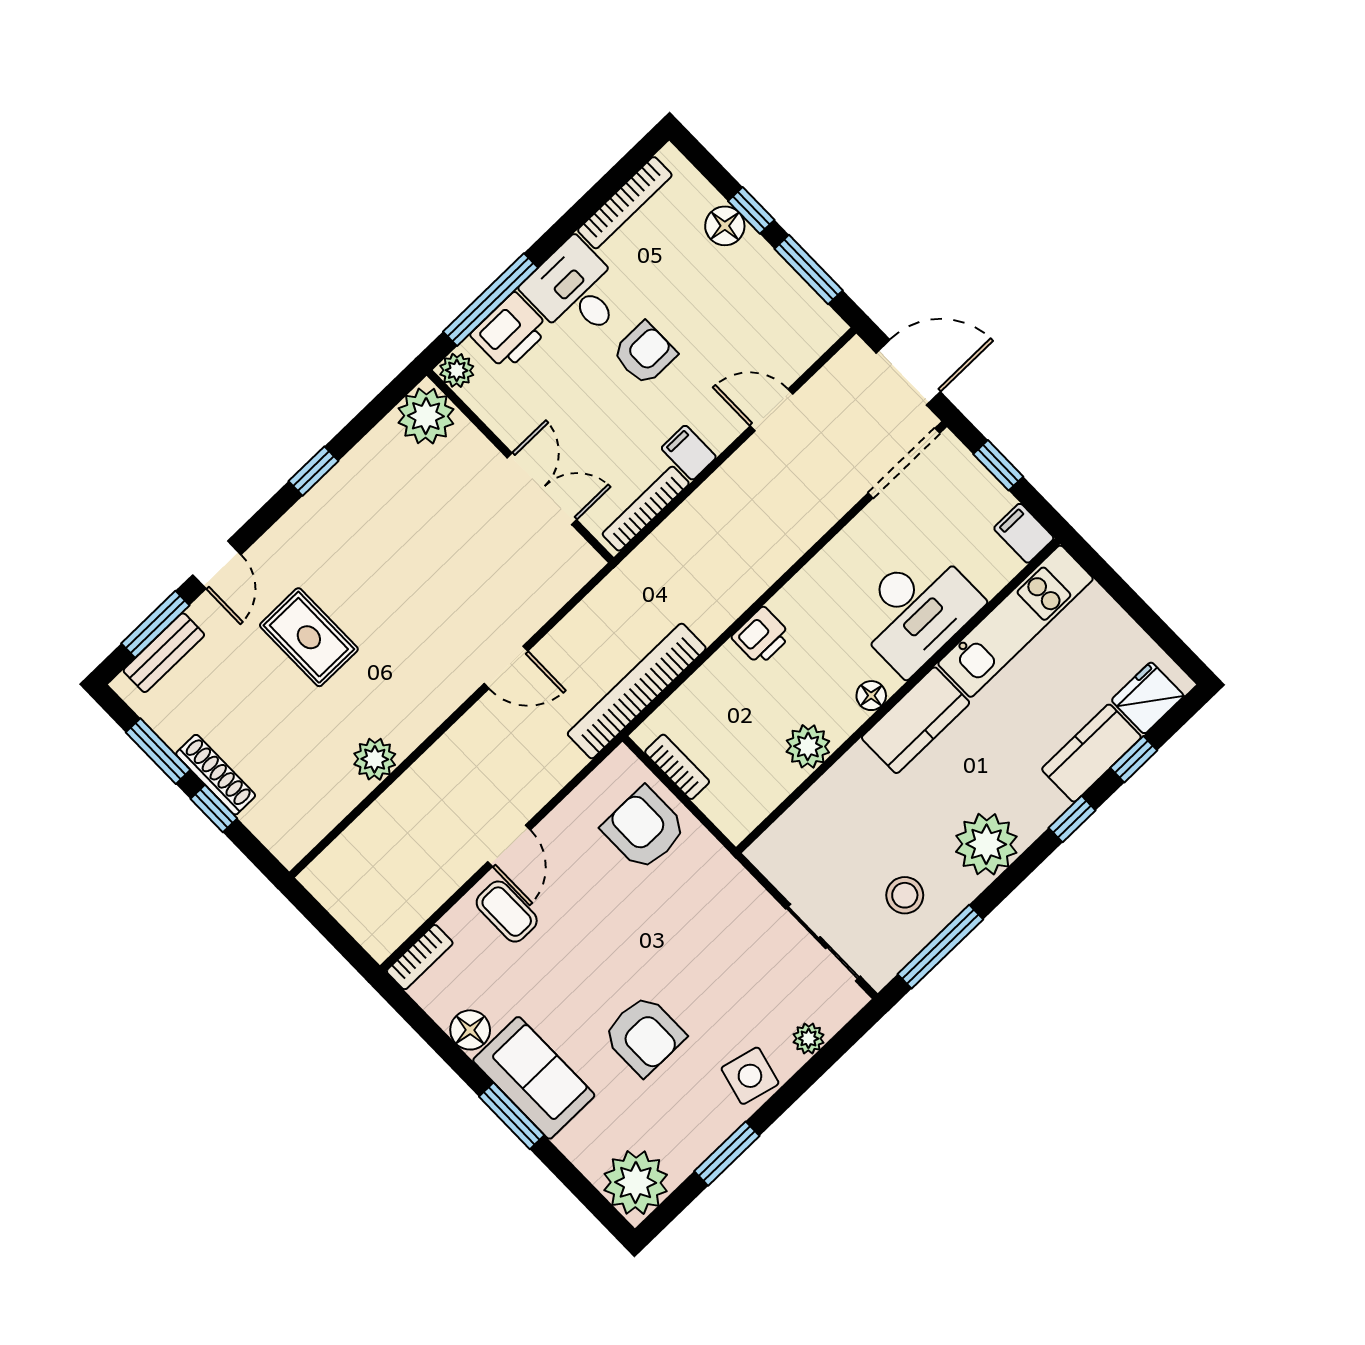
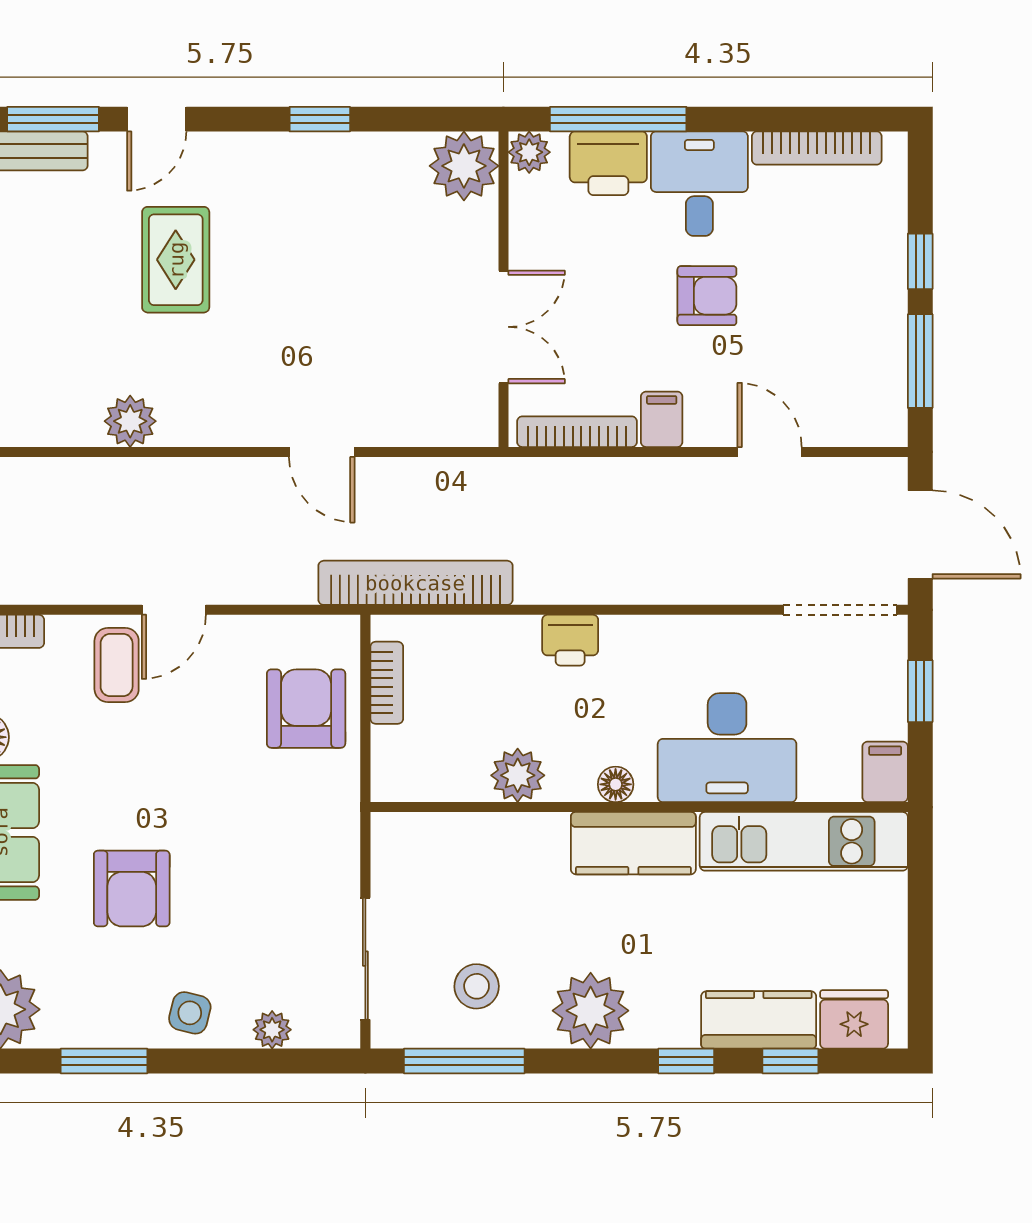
floor lamp: (725, 226) -> (884, 253), removed
side table: (750, 1076) -> (190, 1013), width x0.73, depth x0.73

